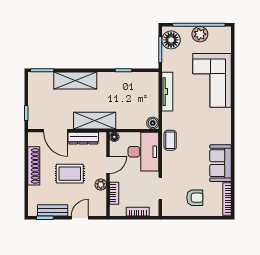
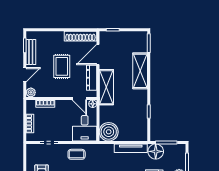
floor lamp: (171, 40) -> (156, 151), moved
boiler: (153, 123) -> (109, 132), width x1.86, depth x1.86
coffee table: (170, 140) -> (77, 154), moved
desk: (143, 152) -> (85, 128), width x0.73
door: (108, 165) -> (79, 99), moved
shoe rack: (34, 166) -> (80, 36), moved
plant: (101, 185) -> (31, 92), moved
door: (80, 218) -> (25, 75), hinge flipped

